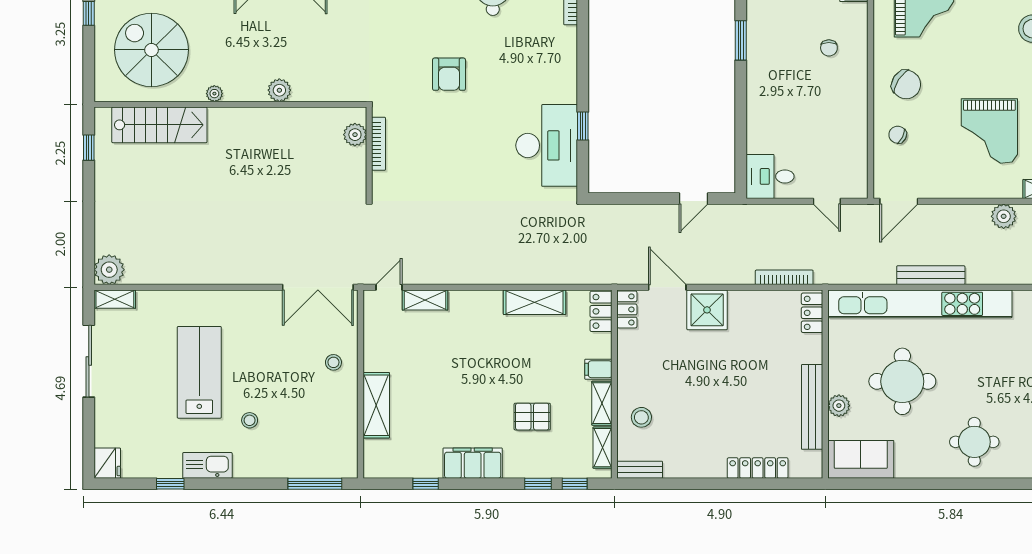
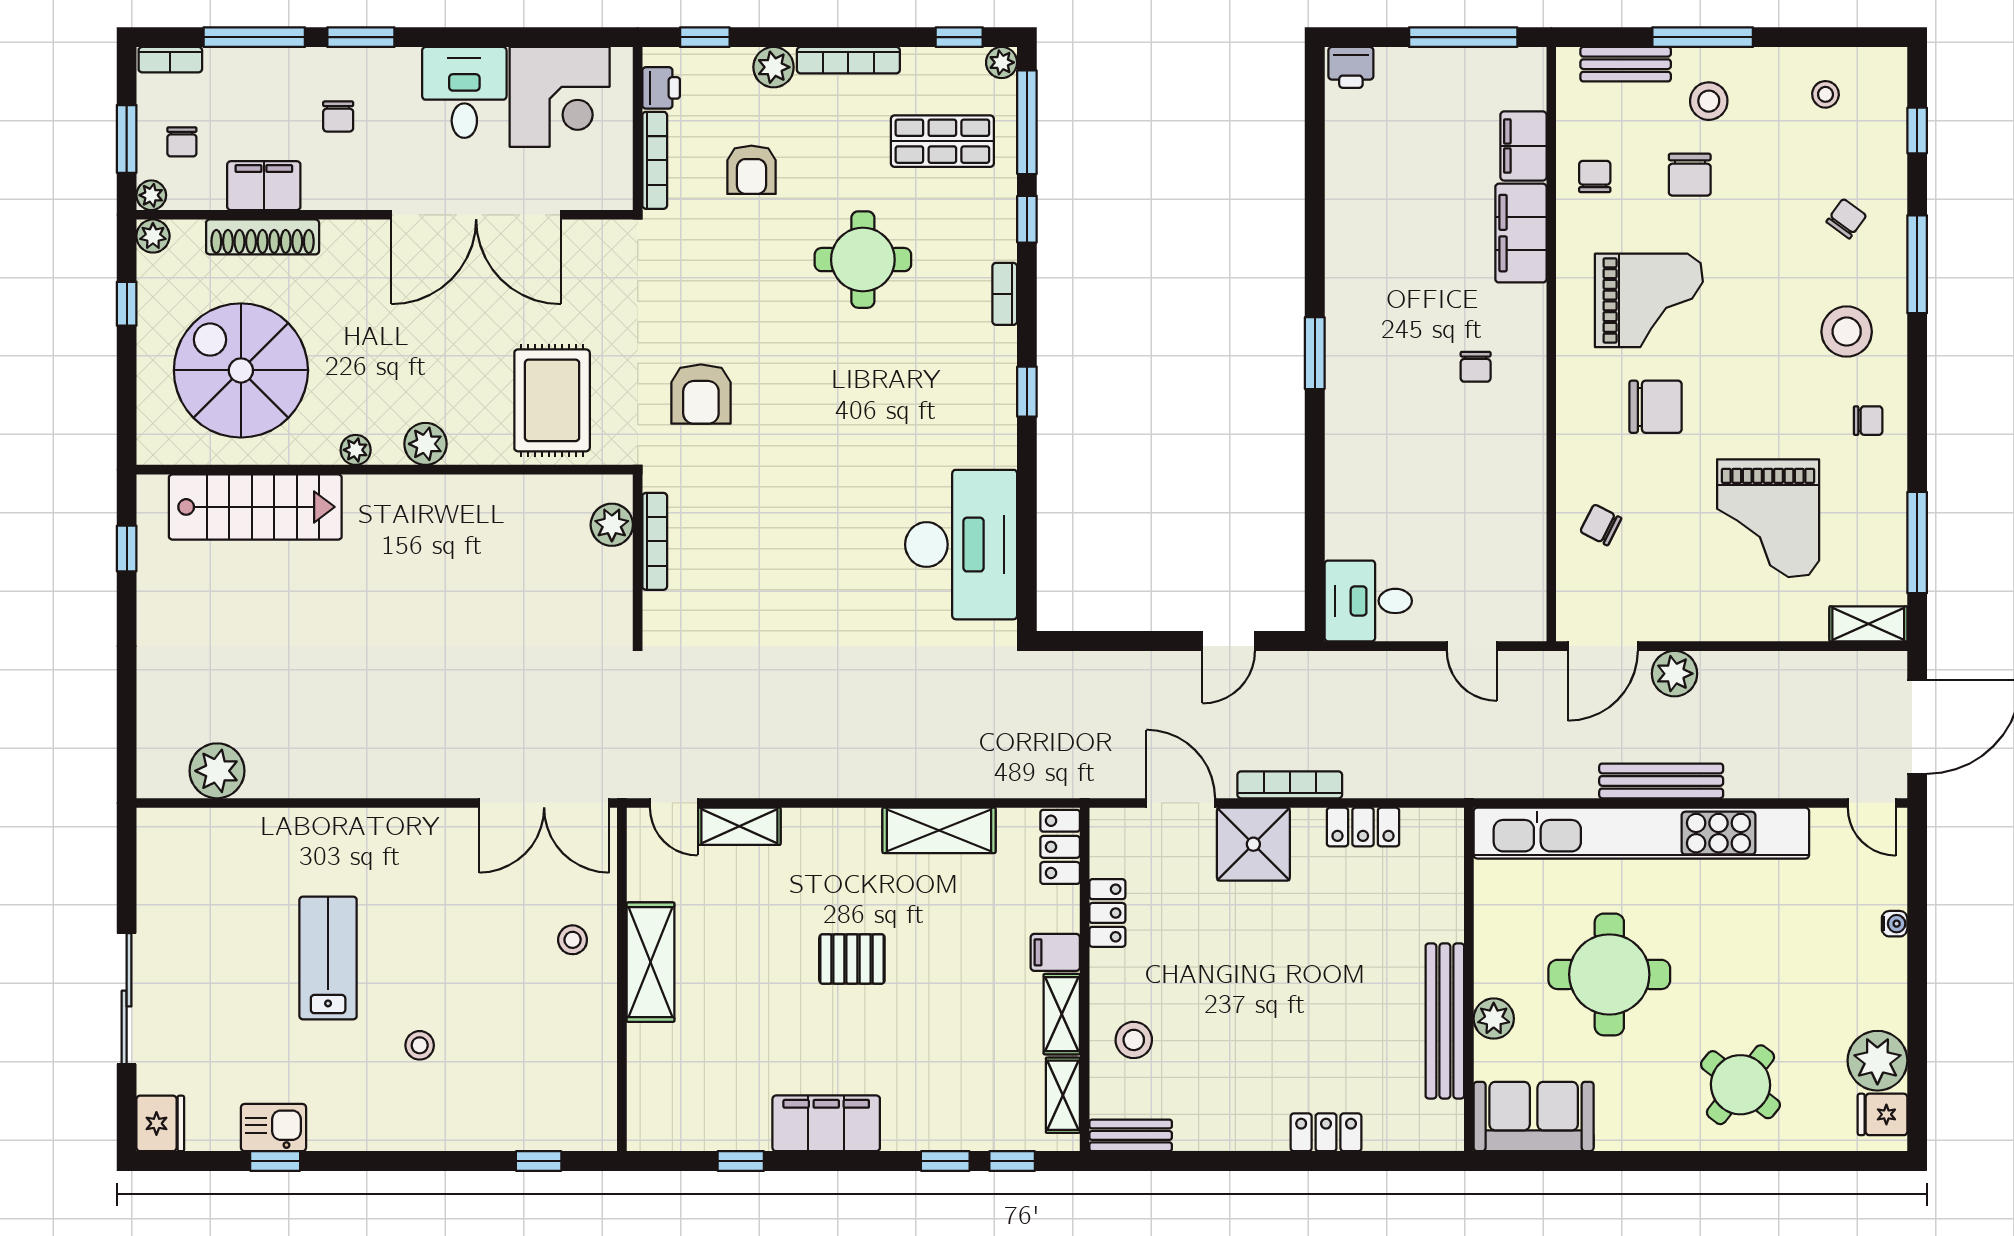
rug: (322, 66) -> (552, 400), added
armchair: (449, 74) -> (701, 394), moved
chair: (906, 85) -> (1656, 407), moved, turned -33
plant: (279, 90) -> (426, 444), moved
window: (583, 126) -> (1027, 392), moved
plant: (1004, 216) -> (1674, 674), moved
plant: (109, 270) -> (217, 771), moved
bookcase: (784, 277) -> (1290, 785), moved
door: (389, 287) -> (674, 803), swing flipped
shelving: (115, 299) -> (174, 825), removed
locker: (627, 309) -> (1107, 913), moved
locker: (812, 313) -> (1363, 827), moved, turned -90
sliding door: (89, 361) -> (127, 999), moved
lab bench: (199, 372) -> (328, 958), width x0.73, depth x0.72
shelving: (376, 405) -> (650, 962), moved
pallet: (532, 417) -> (852, 959), moved
round table: (974, 442) -> (1740, 1085), turned 38
kitchen sink: (207, 465) -> (273, 1128), moved, width x0.73
locker: (758, 468) -> (1326, 1132), width x0.66
window: (315, 484) -> (539, 1161), width x0.46

